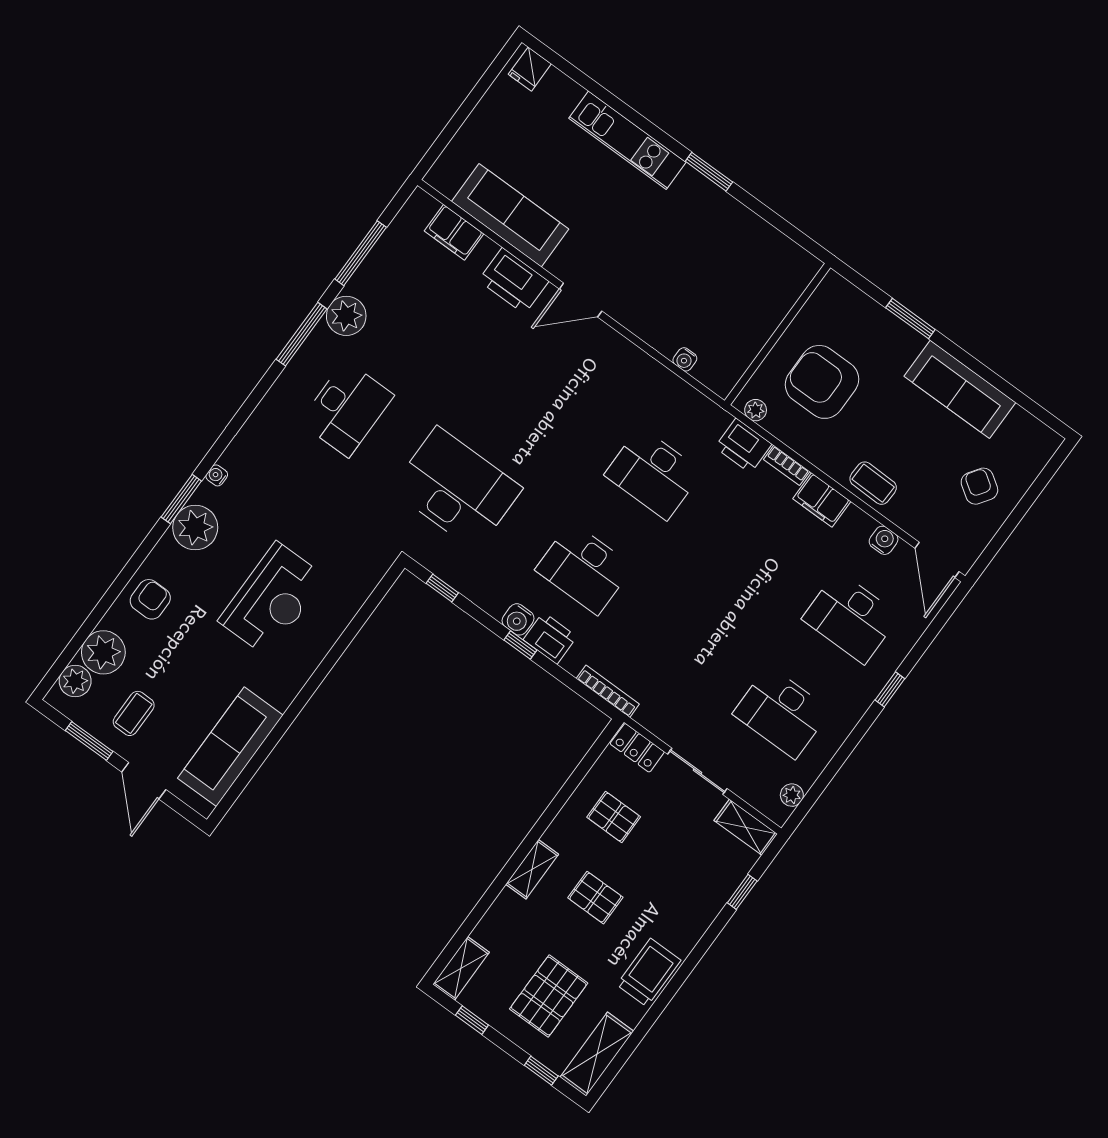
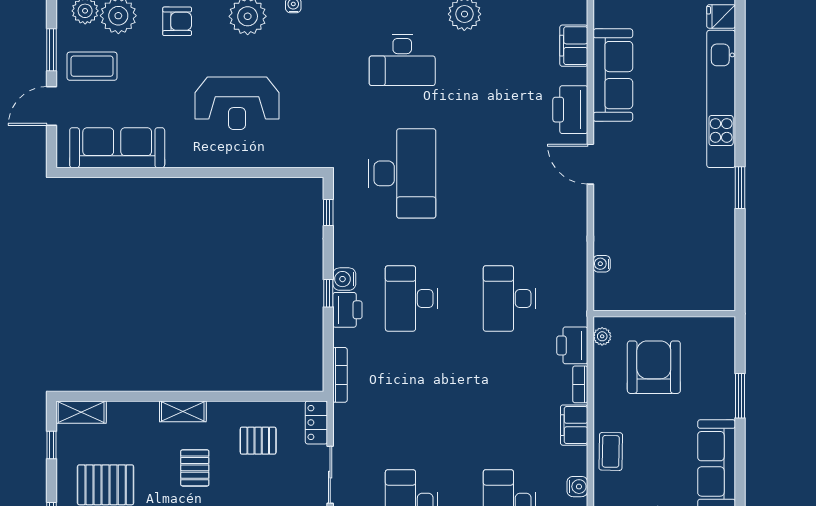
kitchen unit: (627, 140) -> (721, 99), width x1.36
coffee table: (134, 713) -> (92, 66), width x1.36, depth x1.30
pallet: (614, 817) -> (258, 441), turned 90

